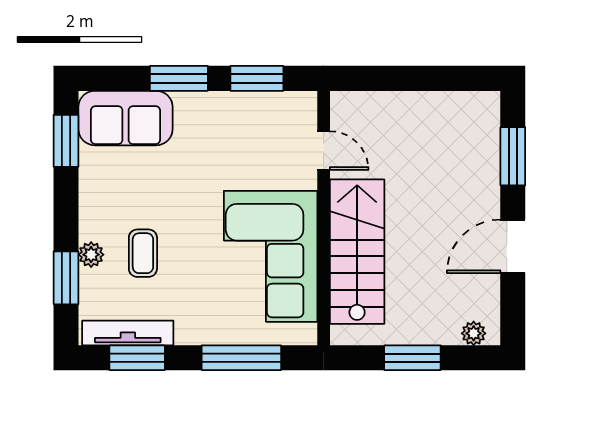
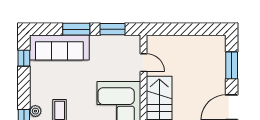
sofa: (126, 118) -> (59, 48), width x1.36
window: (66, 141) -> (24, 58), width x0.67

